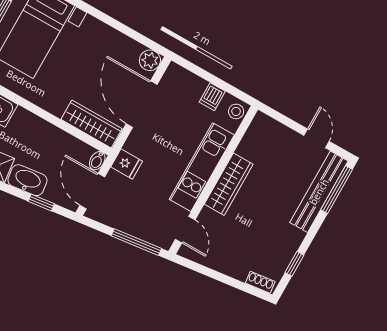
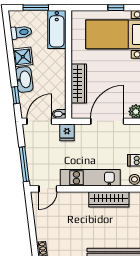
wardrobe: (91, 124) -> (79, 83), moved
wardrobe: (229, 184) -> (109, 199), moved

